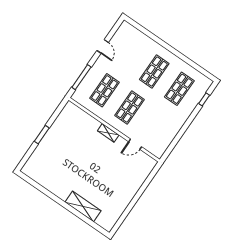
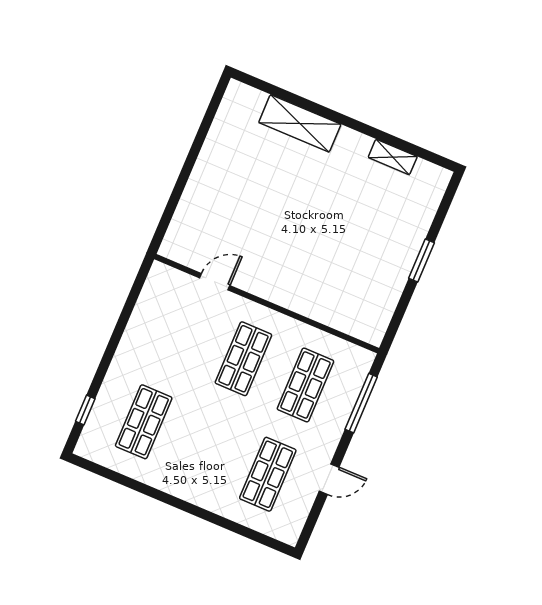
door: (103, 46) -> (329, 479), swing flipped
shop shelf: (154, 72) -> (268, 474), moved
shelving: (108, 133) -> (393, 157), moved

